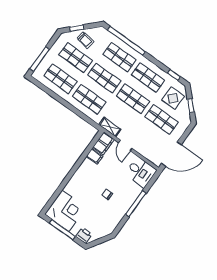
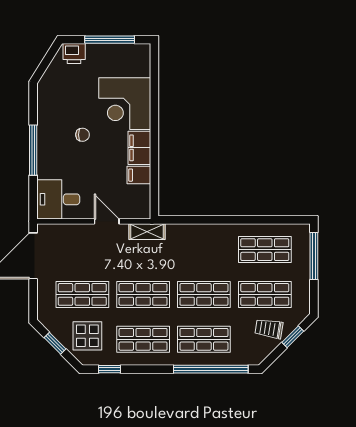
shop shelf: (89, 99) -> (204, 250), removed
filing cabinet: (103, 143) -> (139, 148), moved
corner desk: (65, 211) -> (125, 104), moved

